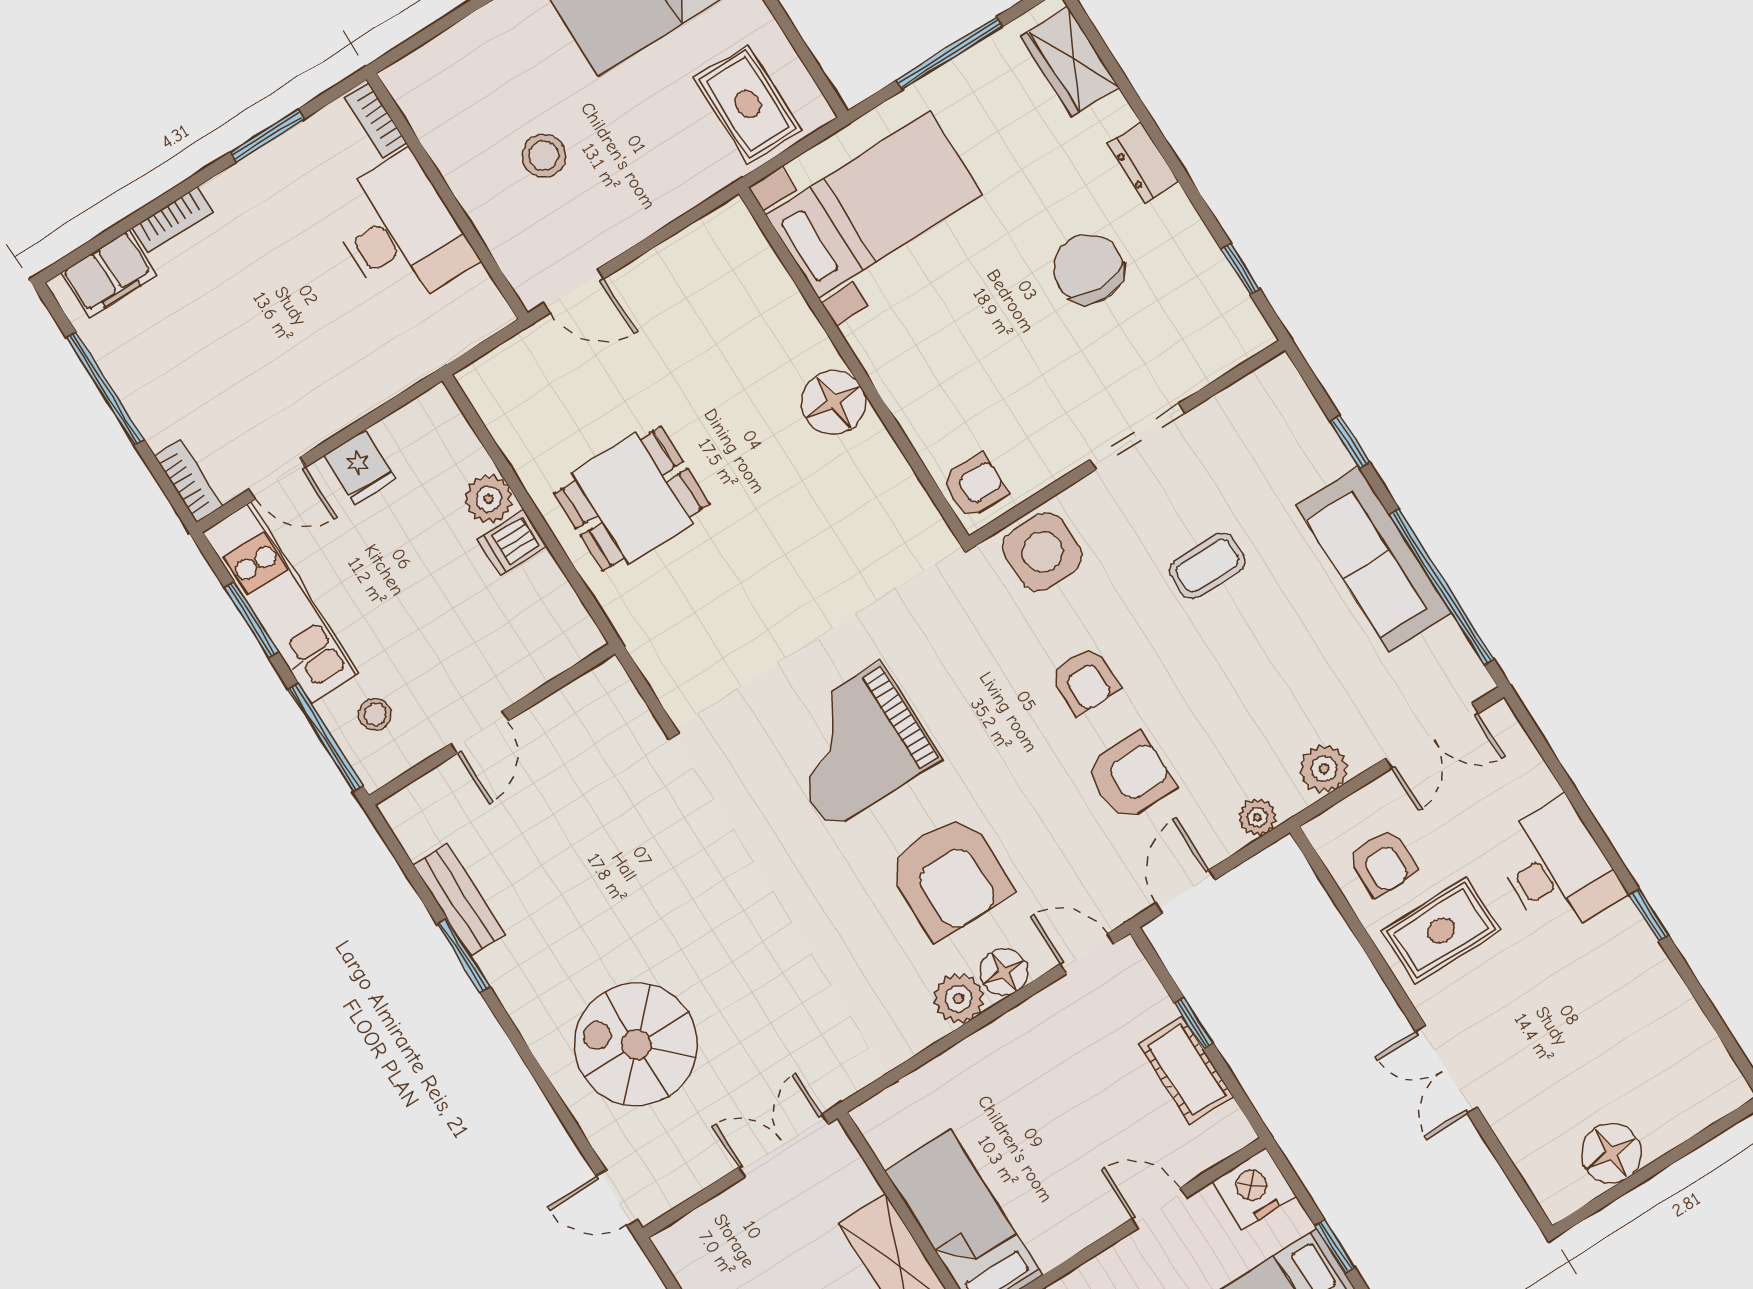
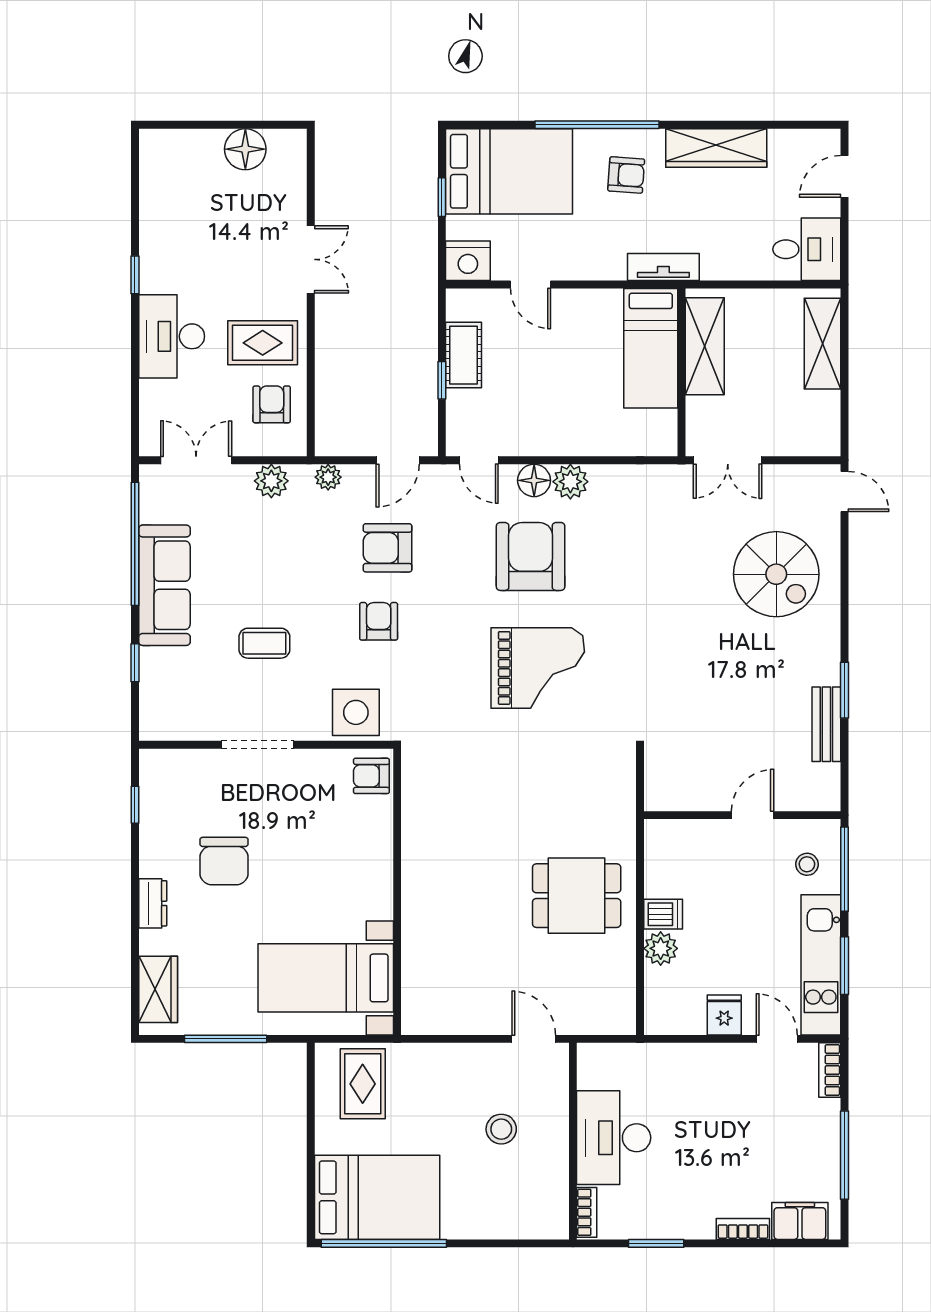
floor lamp: (833, 402) -> (423, 877), removed

